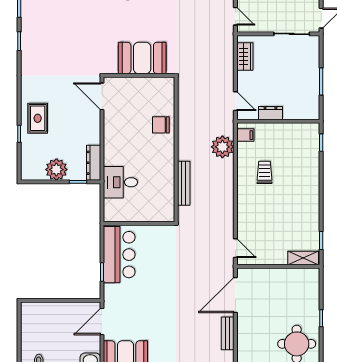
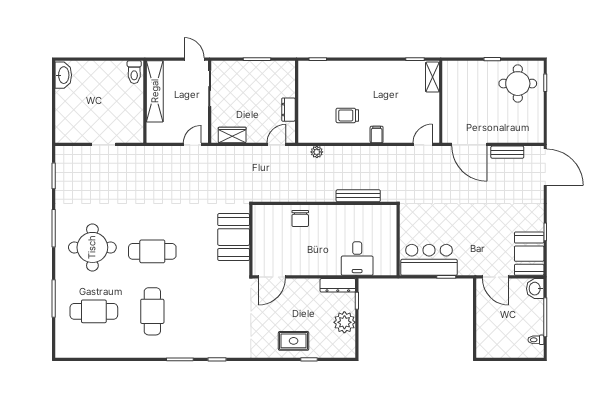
filing cabinet: (245, 135) -> (377, 134), moved
plant: (222, 147) -> (317, 152), width x0.53, depth x0.53

